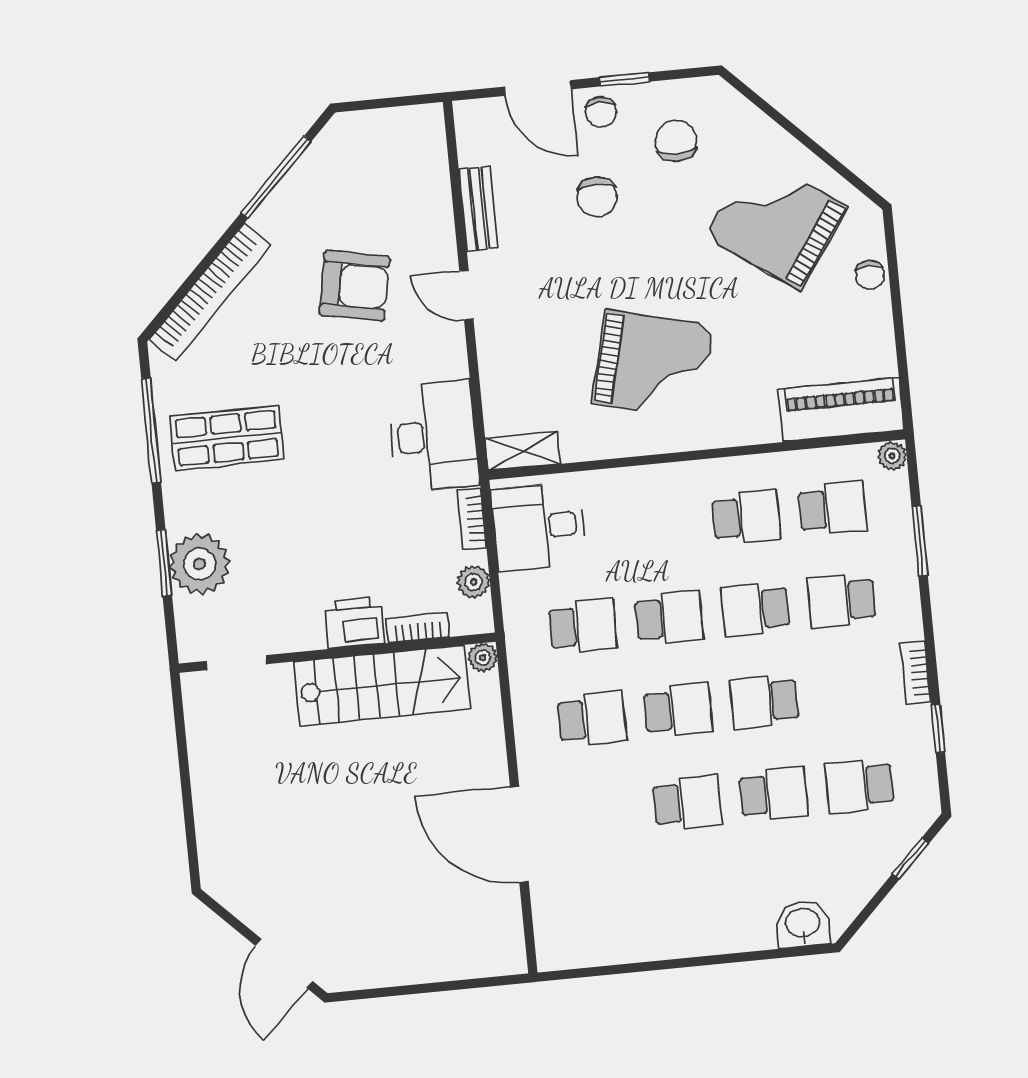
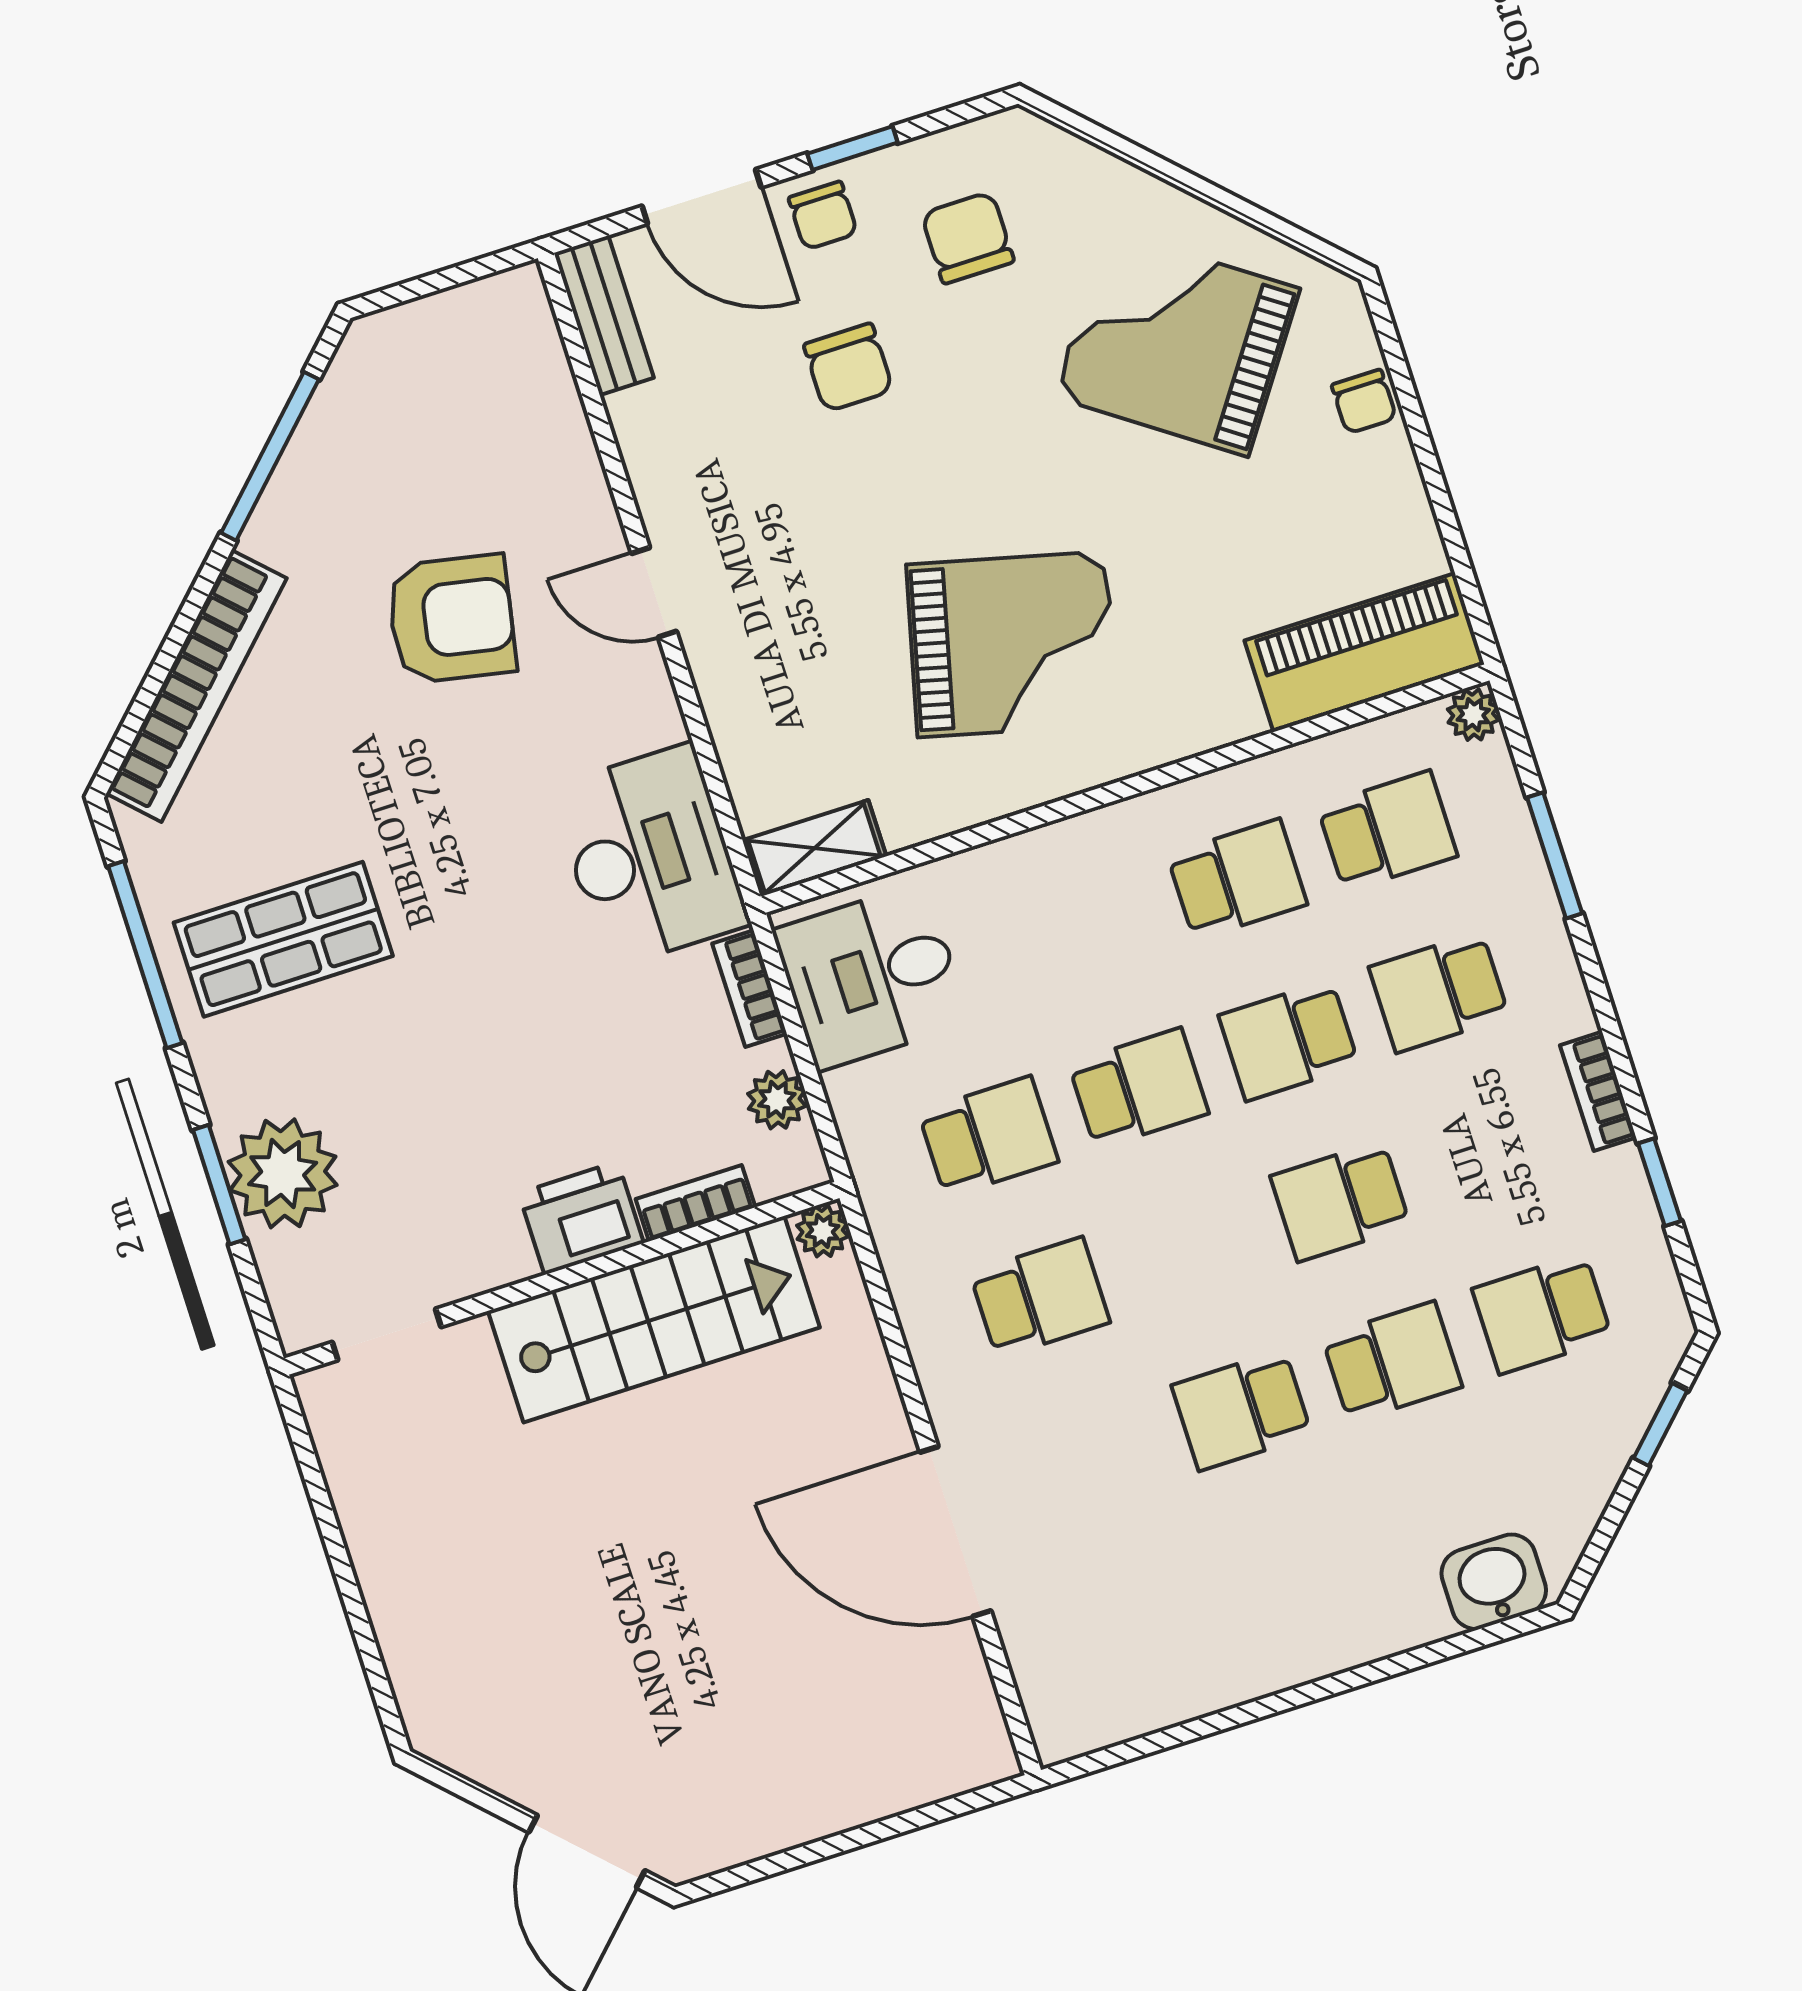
bench: (478, 209) -> (604, 315), moved
school desk: (678, 710) -> (1190, 1249), removed
school desk: (687, 803) -> (1242, 1410), turned 180

